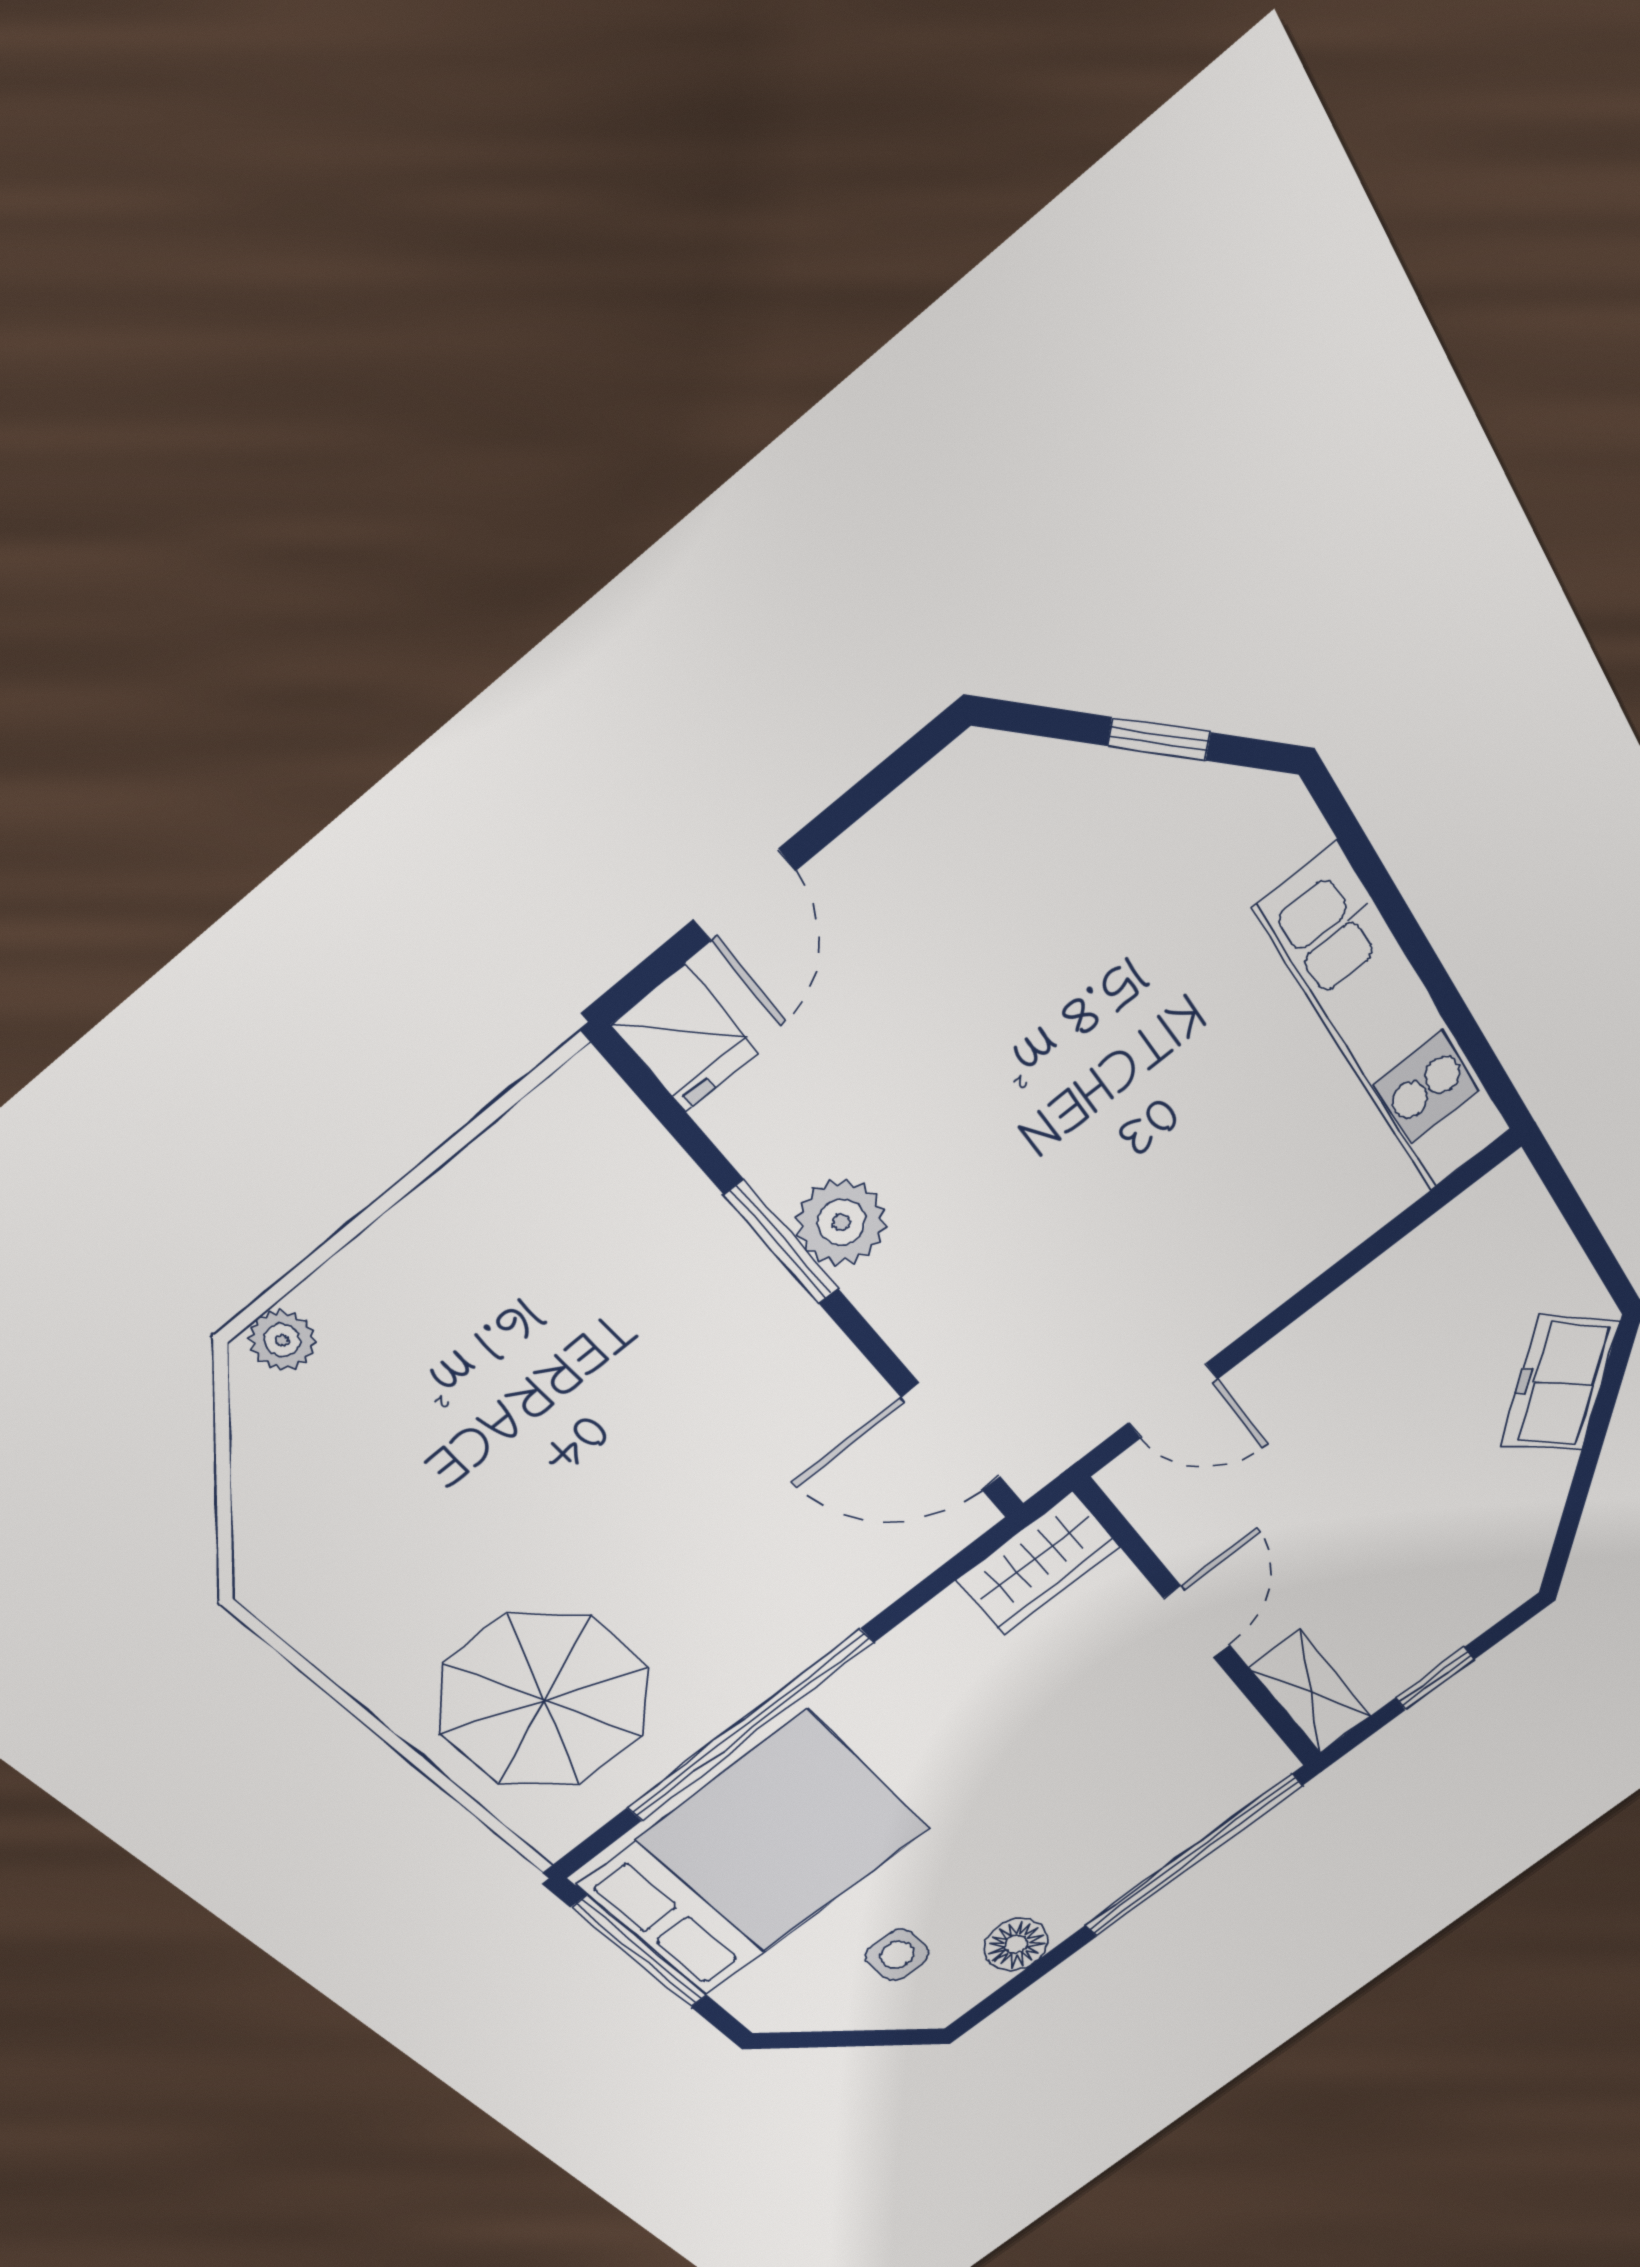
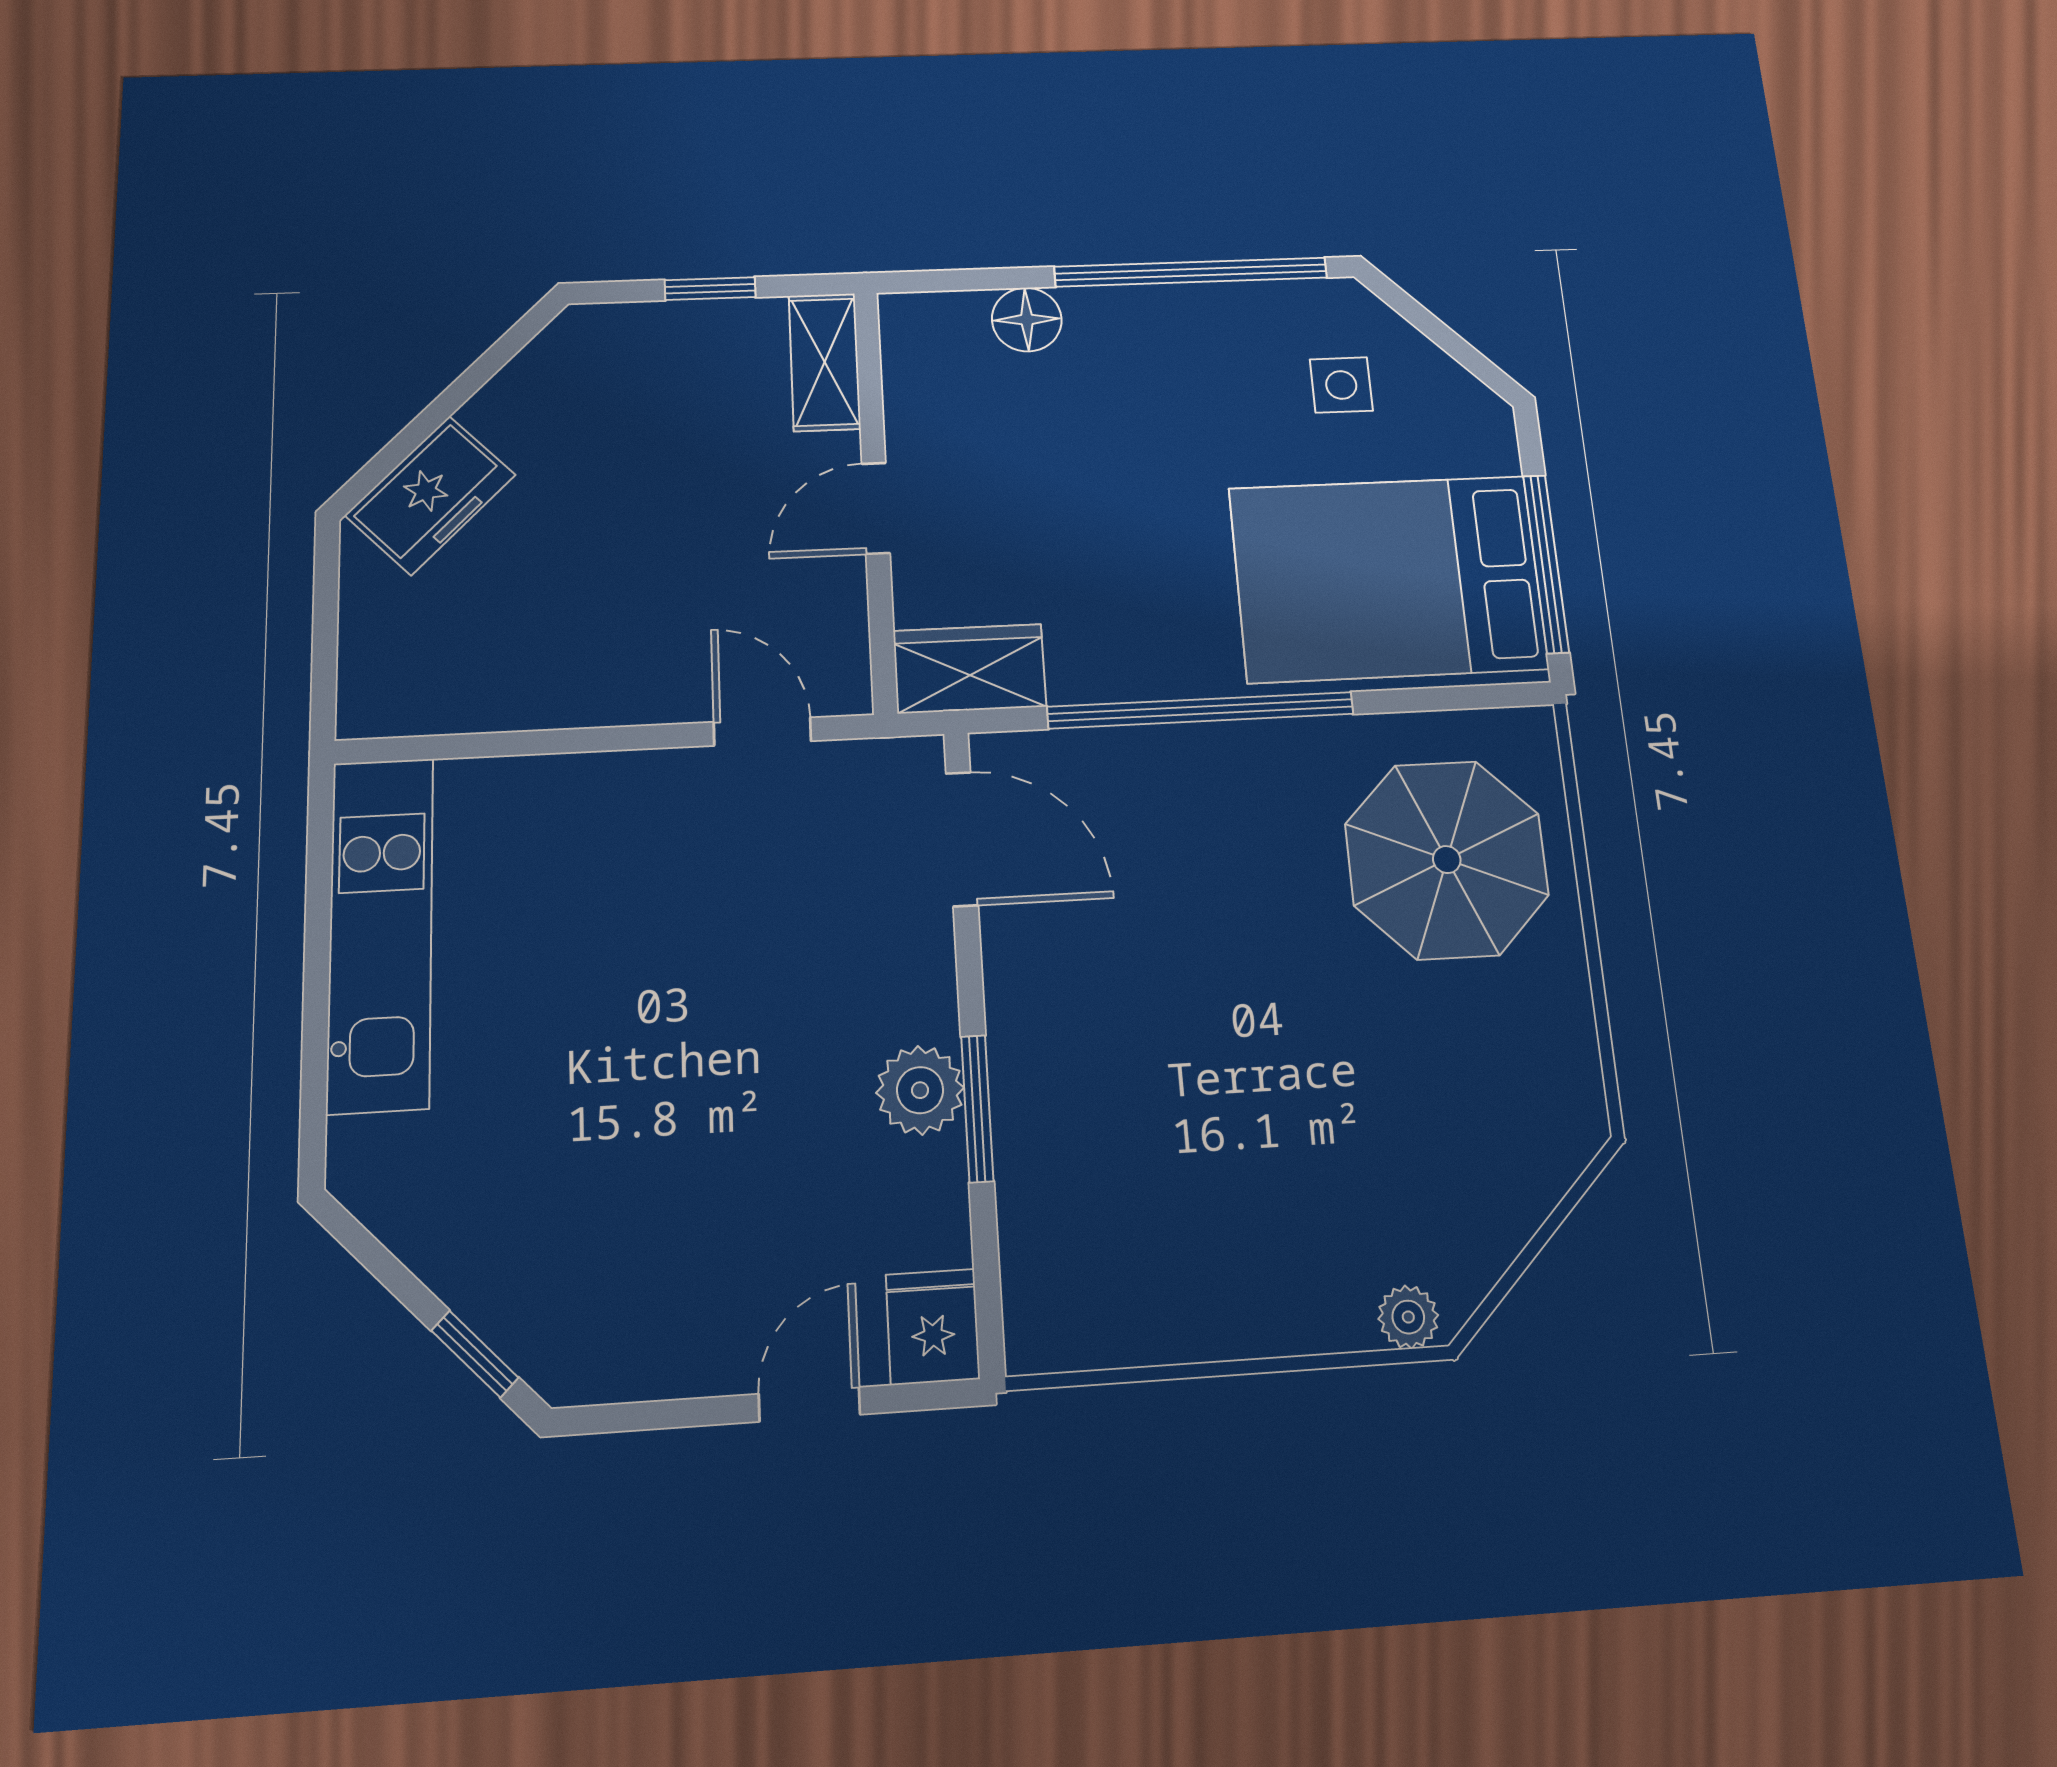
window: (1159, 739) -> (475, 1354), moved
window: (750, 1726) -> (1201, 710), moved
window: (1193, 1856) -> (1191, 272), moved
floor lamp: (1016, 1944) -> (1027, 320), moved

